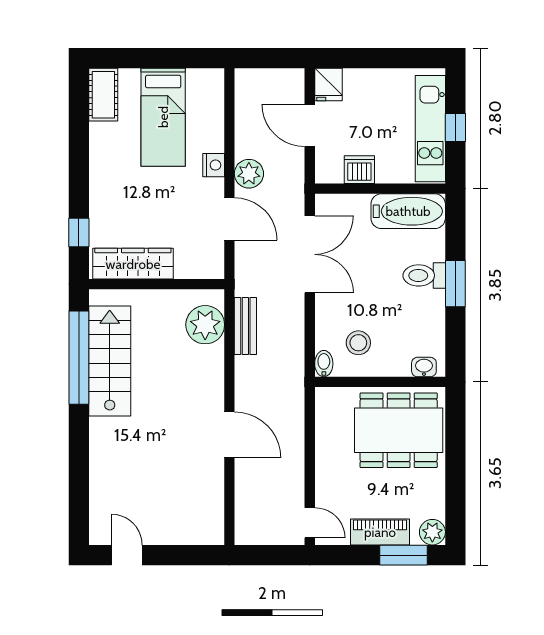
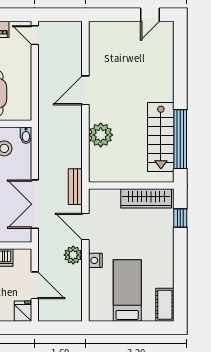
plant: (205, 325) -> (101, 135), moved
bench: (245, 326) -> (75, 187), moved
door: (229, 435) -> (85, 90), hinge flipped
door: (127, 555) -> (150, 15), hinge flipped

